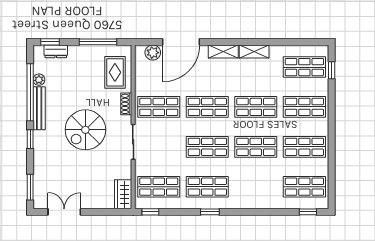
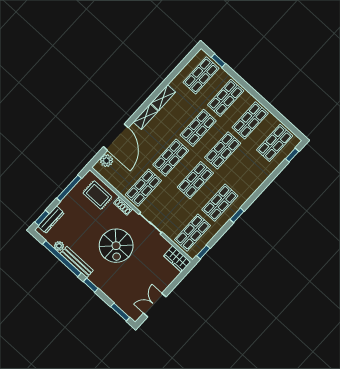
dresser: (56, 51) -> (51, 220), width x1.44

